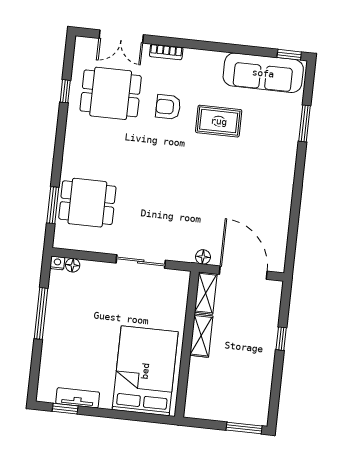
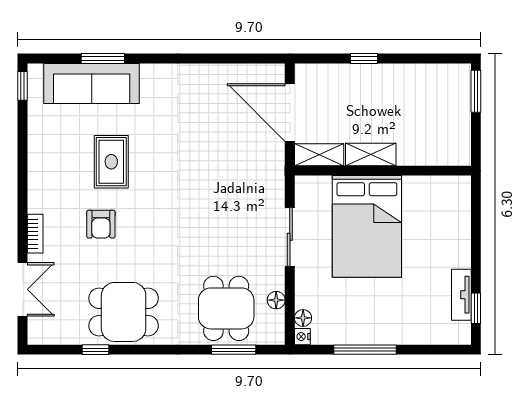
sofa: (263, 73) -> (92, 83), moved, turned 90
dining table: (111, 93) -> (124, 312), moved, turned 90
floor lamp: (203, 257) -> (276, 300), moved
door: (243, 273) -> (290, 112), hinge flipped
bed: (145, 371) -> (367, 226), moved, turned -90

